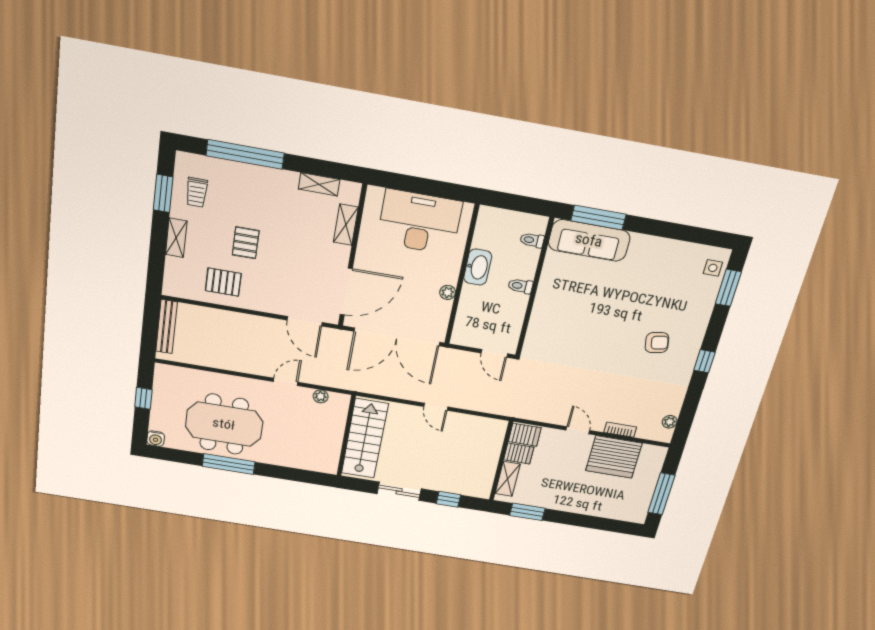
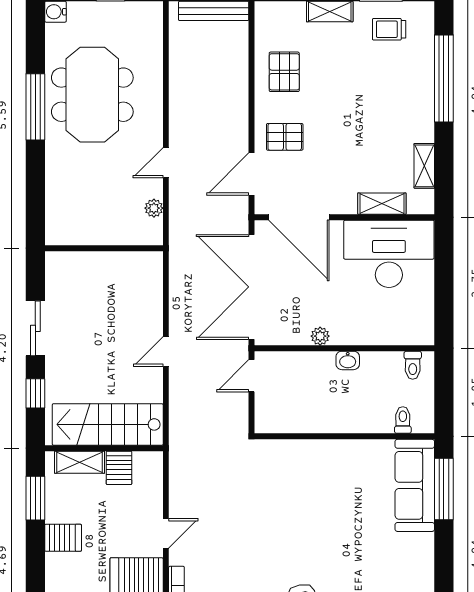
desk: (419, 222) -> (389, 254), moved, turned -90
pallet: (246, 243) -> (285, 137), moved
washbasin: (478, 267) -> (348, 360), width x0.52, depth x0.69
toilet: (520, 286) -> (413, 365), moved, turned 180
door: (494, 353) -> (252, 376), moved
door: (286, 382) -> (166, 163), swing flipped
server rack: (525, 435) -> (63, 538), moved, turned -90
stairs: (365, 439) -> (108, 424), moved, turned 180

